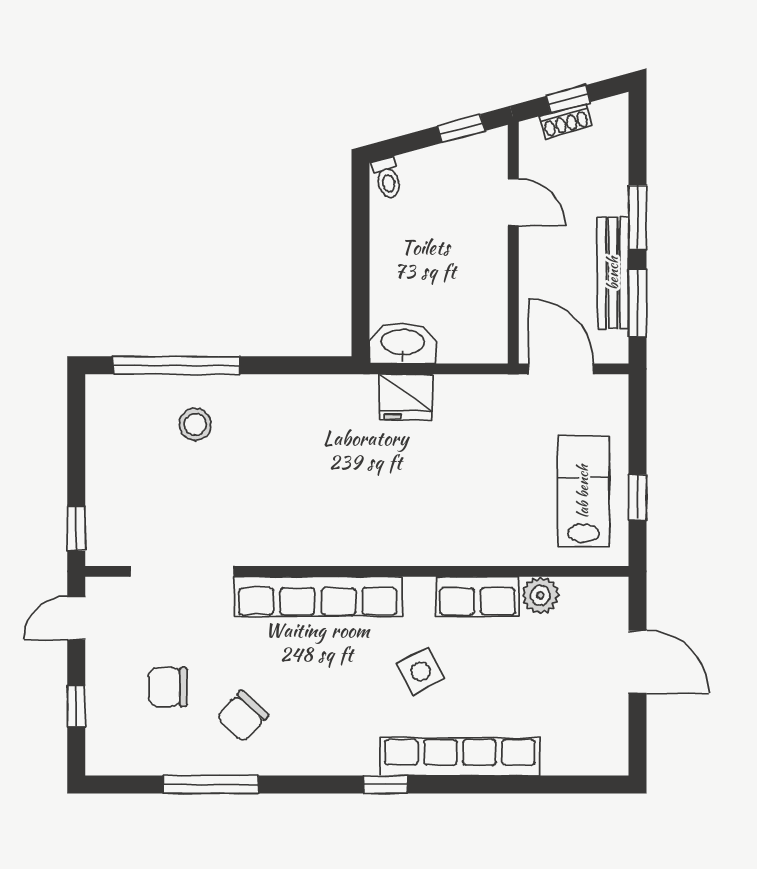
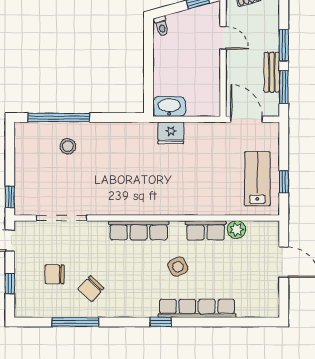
bench: (613, 273) -> (272, 72), width x0.73
row of seats: (318, 597) -> (139, 230), width x0.73

